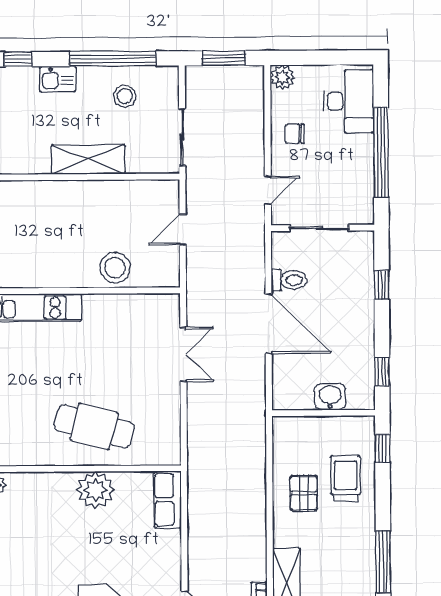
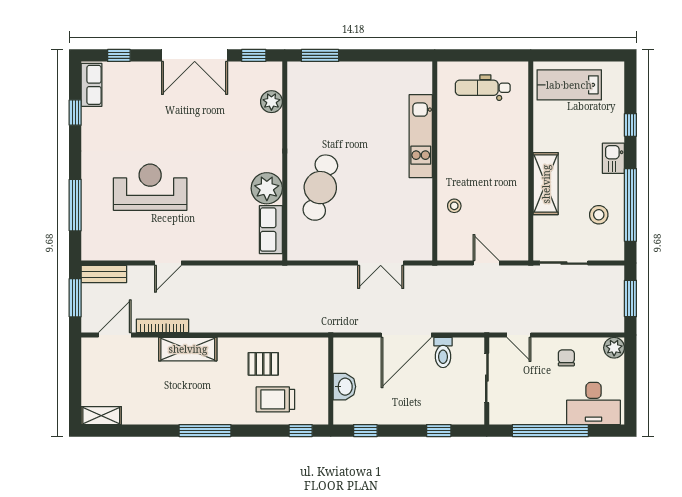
stool: (115, 268) -> (454, 206), width x0.53, depth x0.53
trolley: (346, 478) -> (275, 399), turned 180
row of seats: (168, 500) -> (271, 230), moved, turned -90

